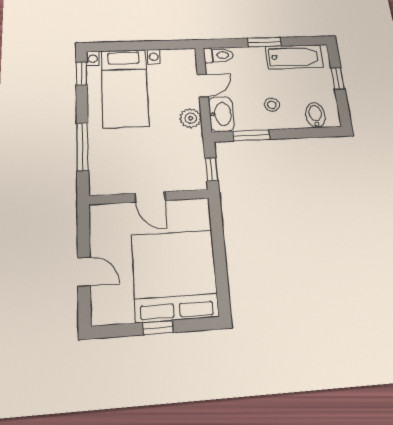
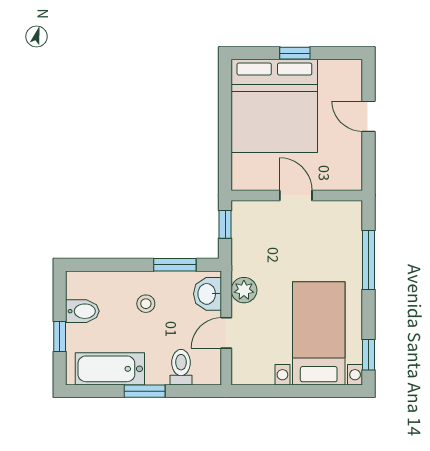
toilet: (219, 55) -> (181, 367), moved, turned 90
washbasin: (221, 114) -> (208, 294), width x0.72
bidet: (315, 115) -> (82, 311), moved, turned -90

